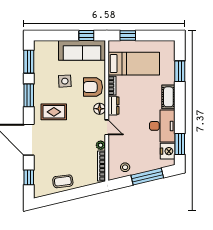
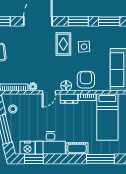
window: (180, 71) -> (100, 159), width x1.44
side table: (65, 81) -> (84, 47), moved

